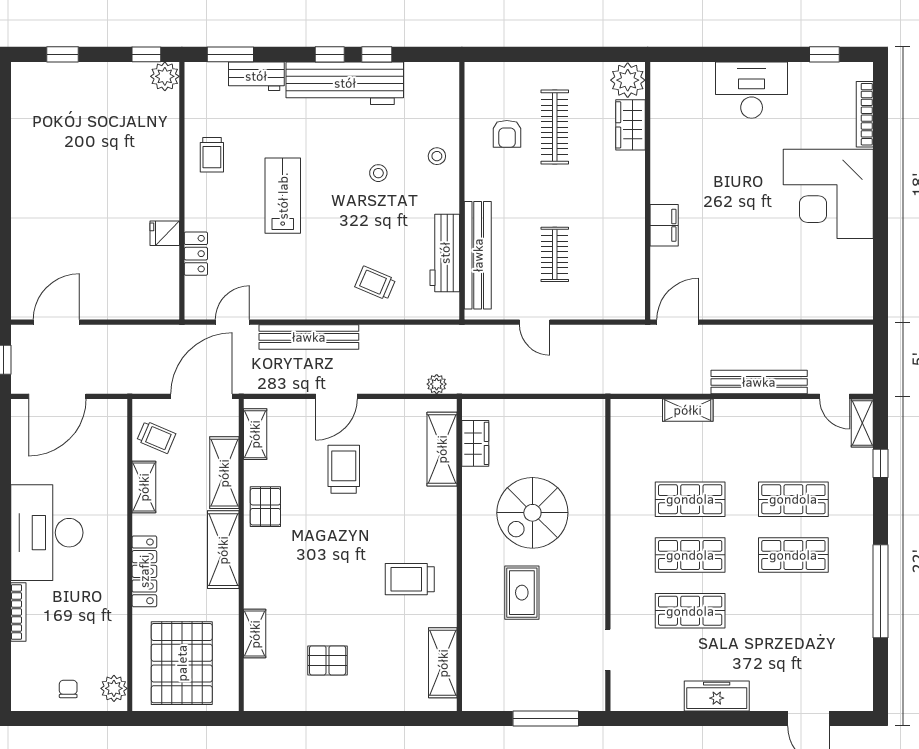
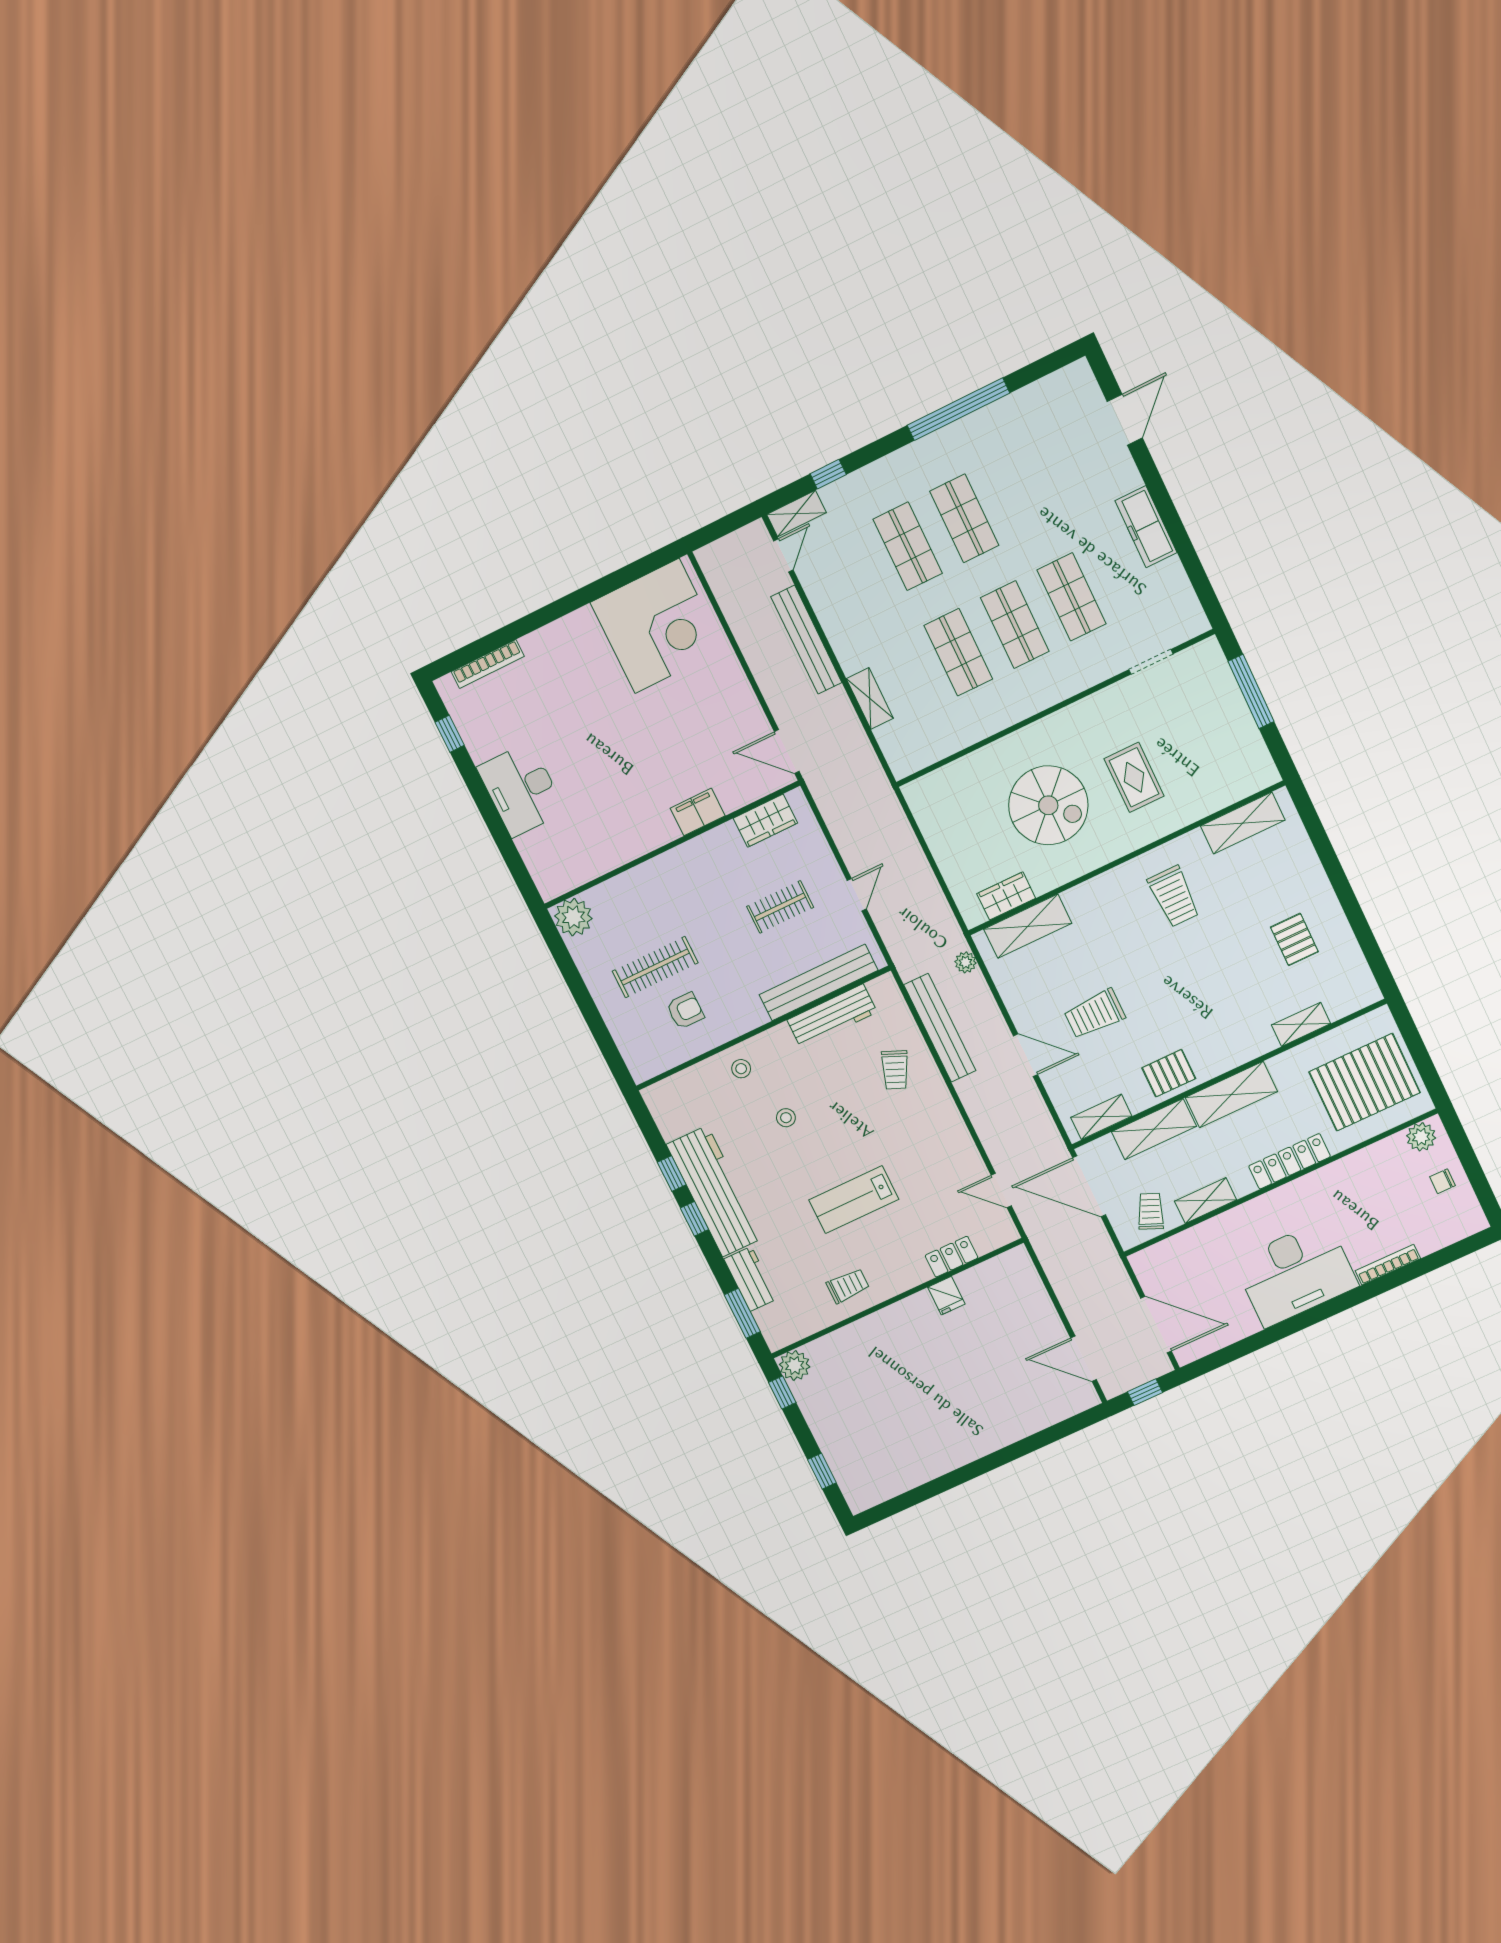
wardrobe: (630, 125) -> (765, 821), moved
corner desk: (828, 194) -> (657, 626), moved
bench: (309, 337) -> (940, 1028), moved
rug: (522, 593) -> (1134, 777), turned 90

